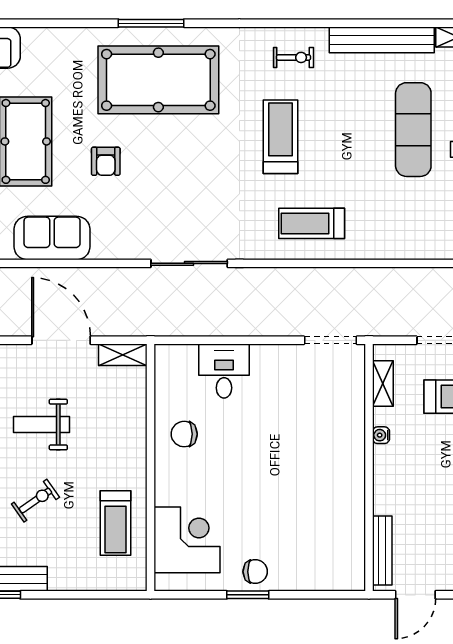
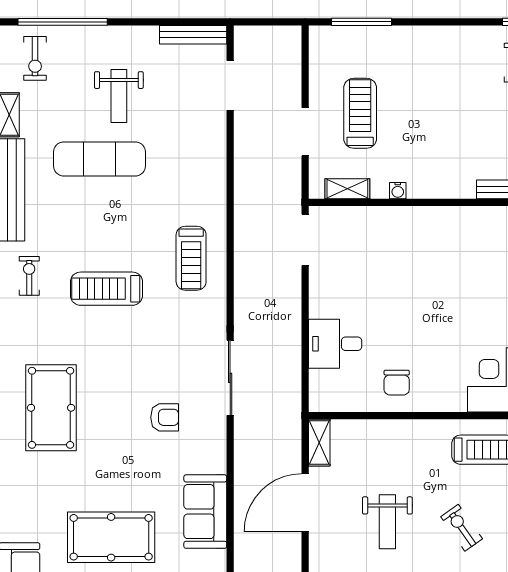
pool table: (158, 80) -> (51, 408), width x0.73, depth x0.76
armchair: (106, 161) -> (165, 417), moved

